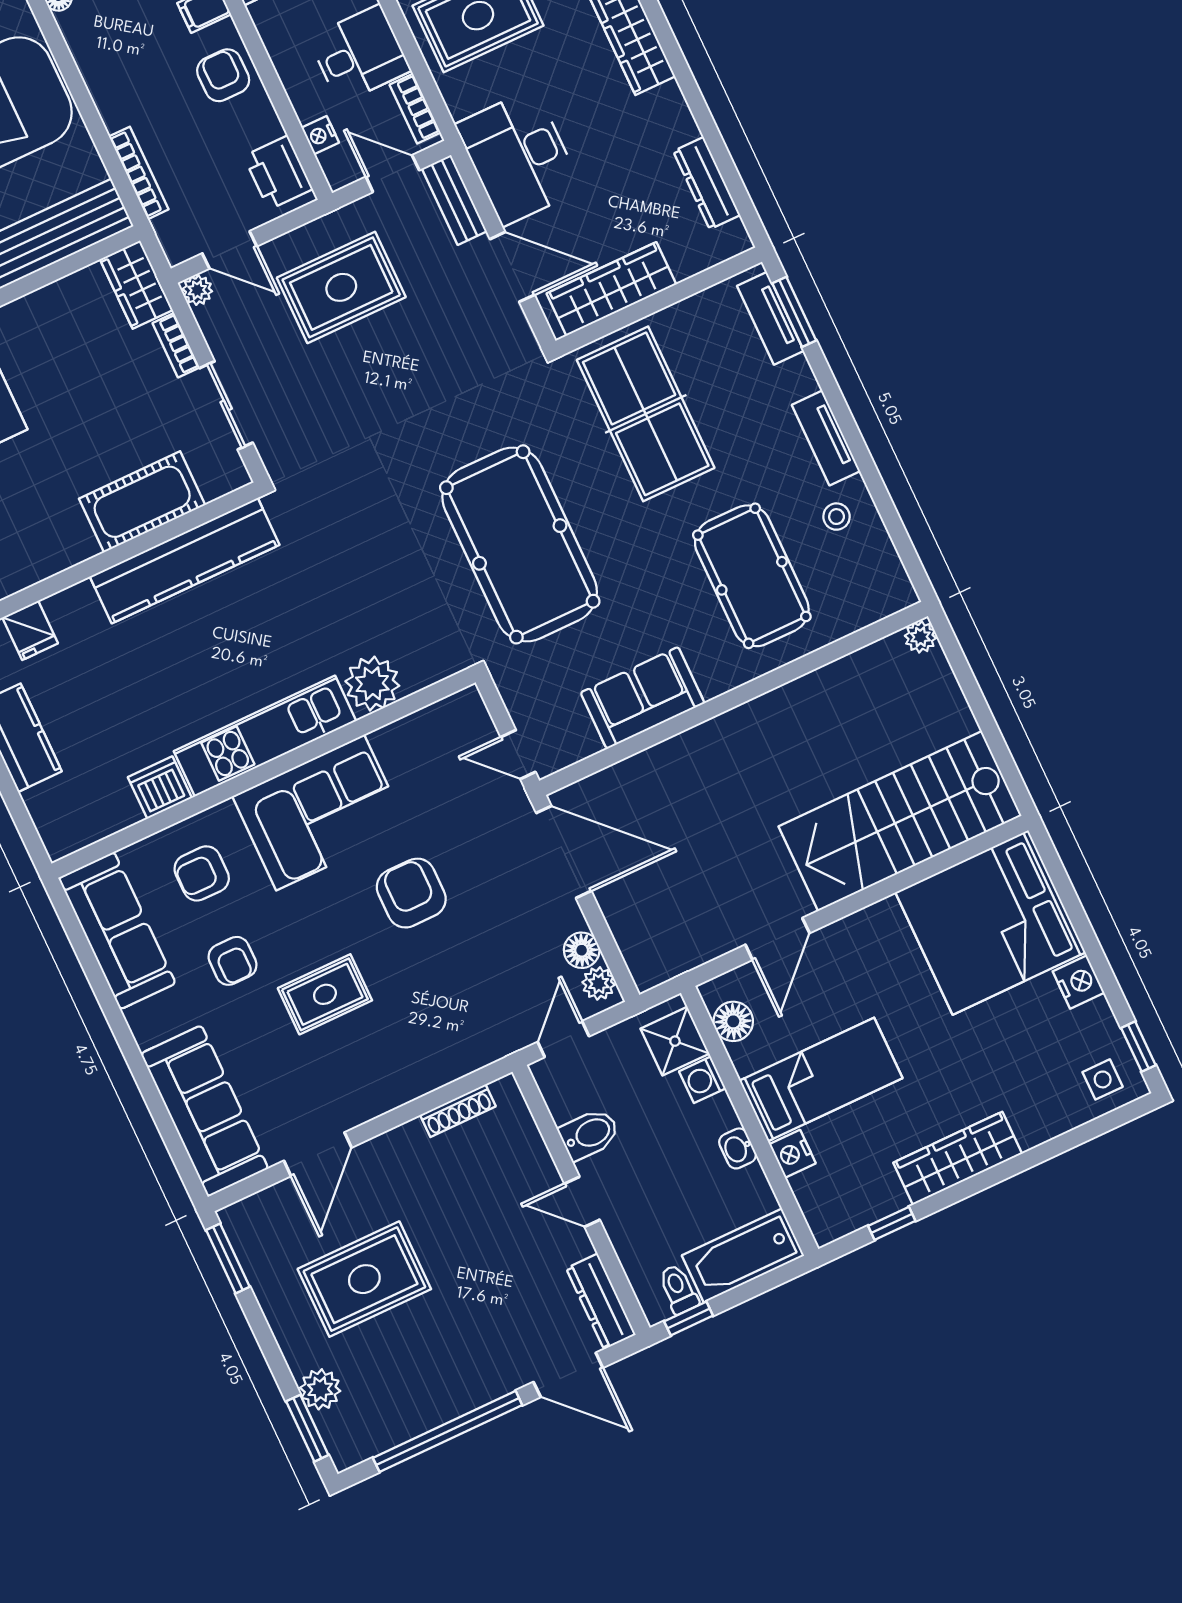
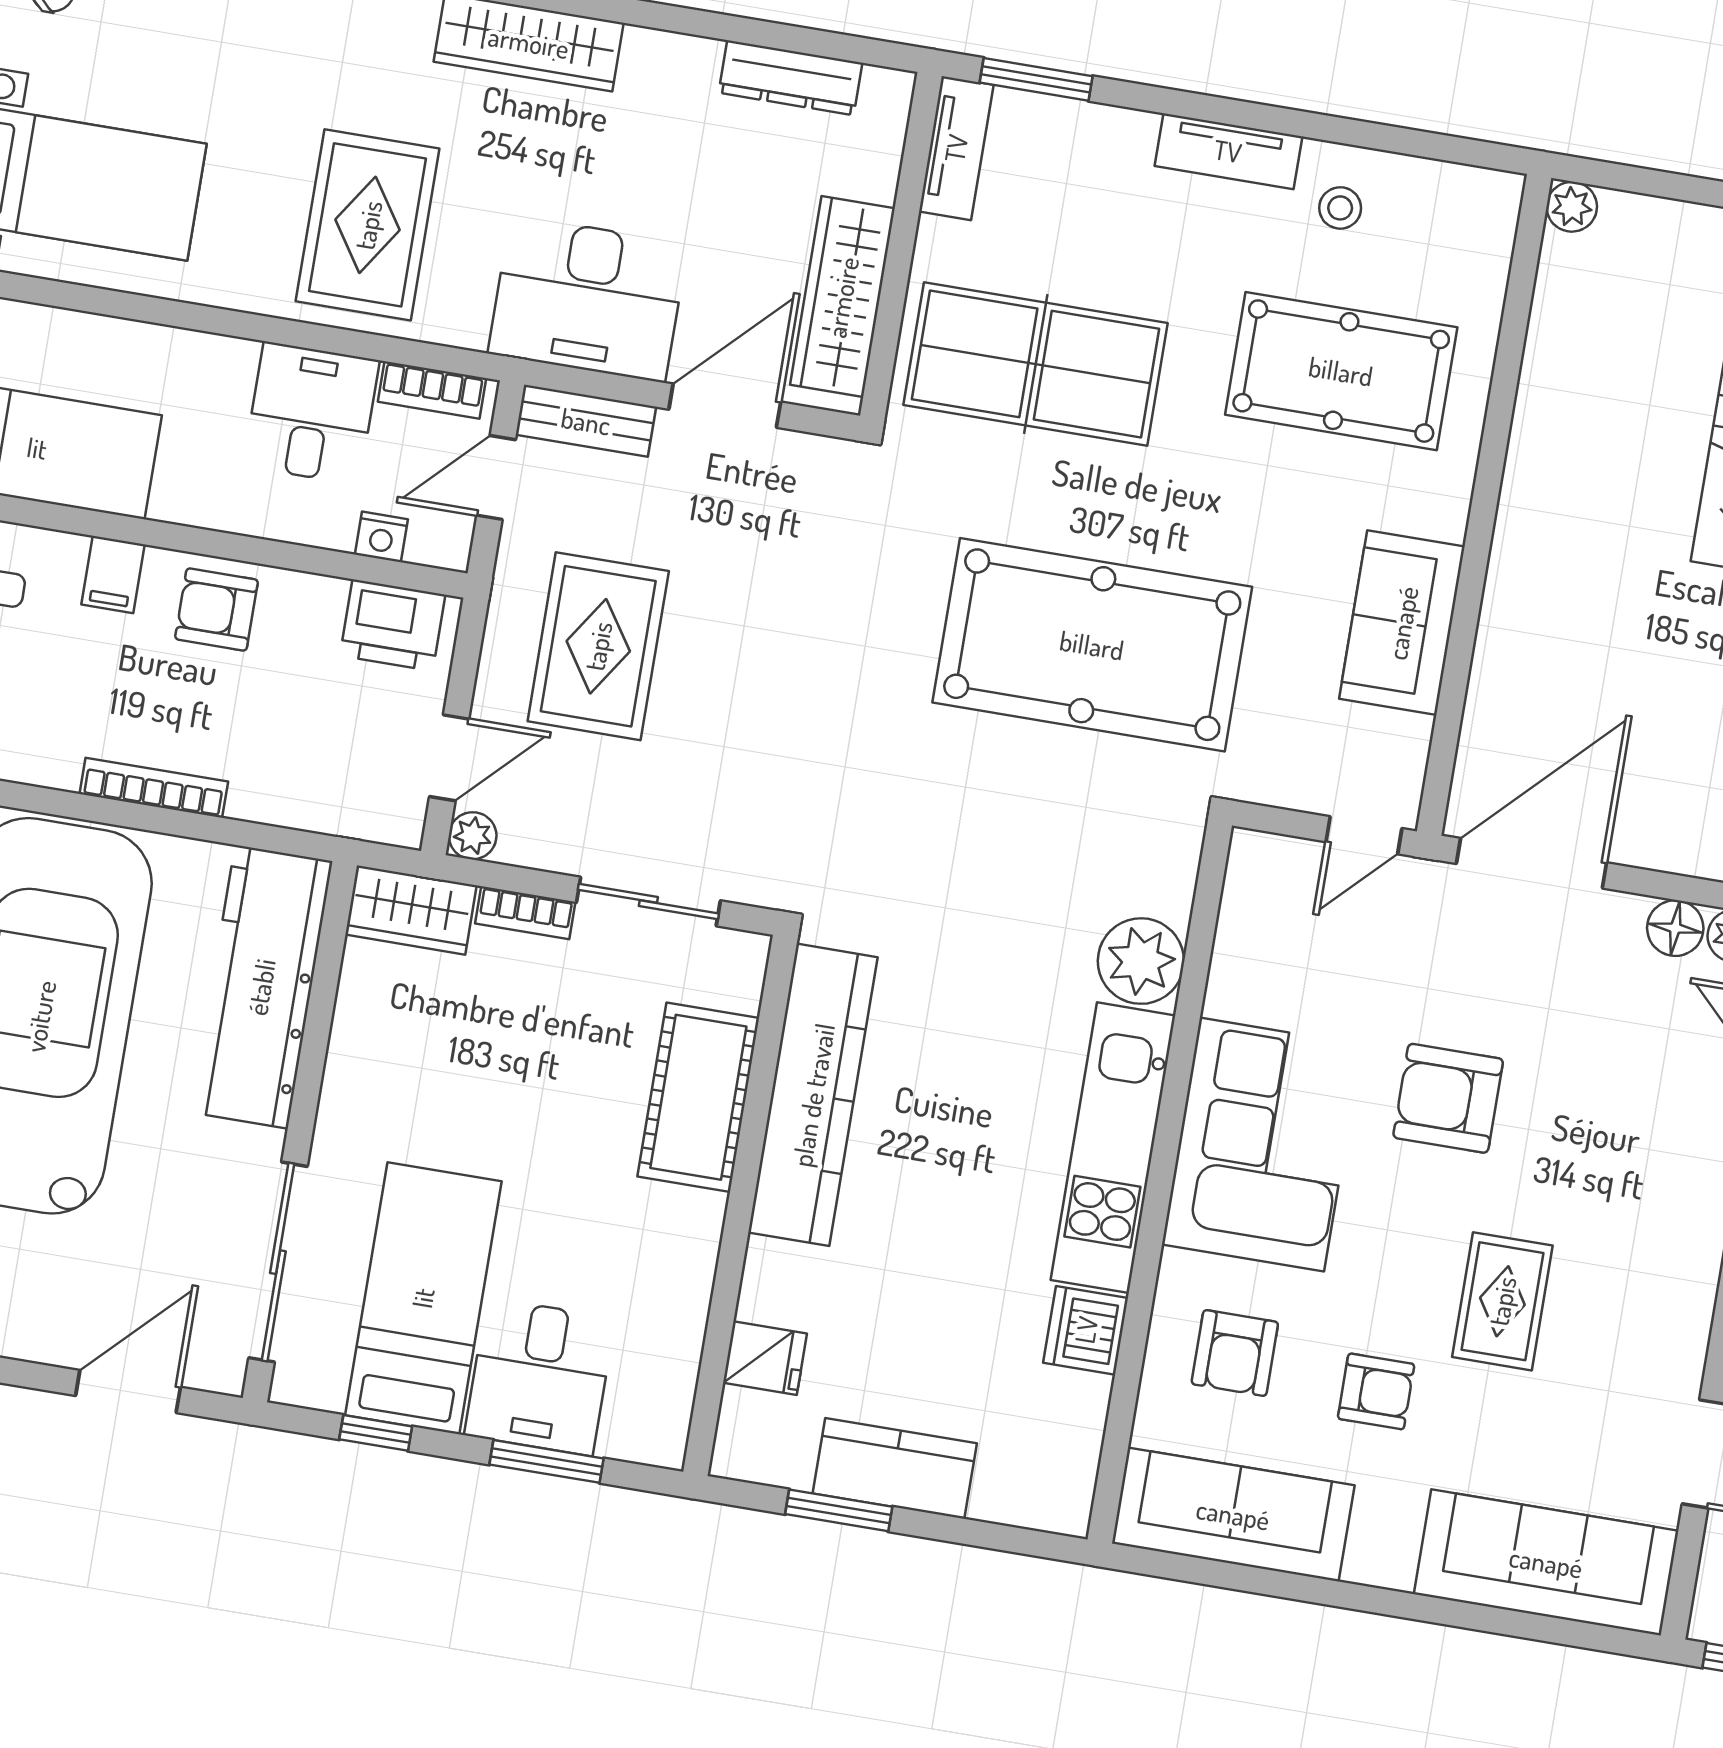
bookcase: (139, 173) -> (154, 788), moved
tv unit: (770, 318) -> (956, 148), moved, turned -90

